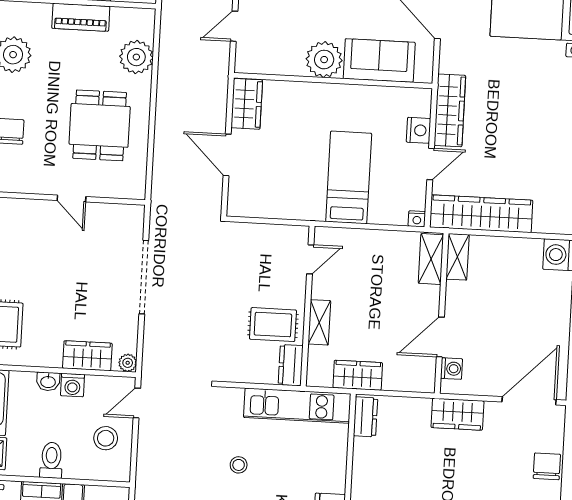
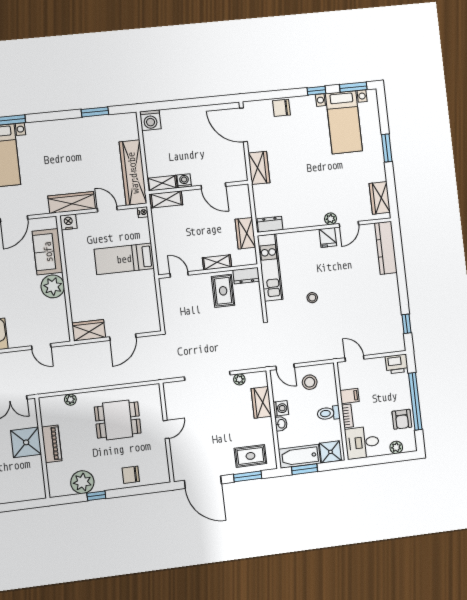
plant: (136, 57) -> (70, 400), width x0.53, depth x0.53
nightstand: (418, 130) -> (68, 222), moved
plant: (128, 363) -> (239, 379), moved
washing machine: (452, 369) -> (184, 181), moved

